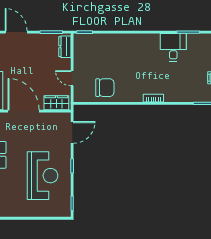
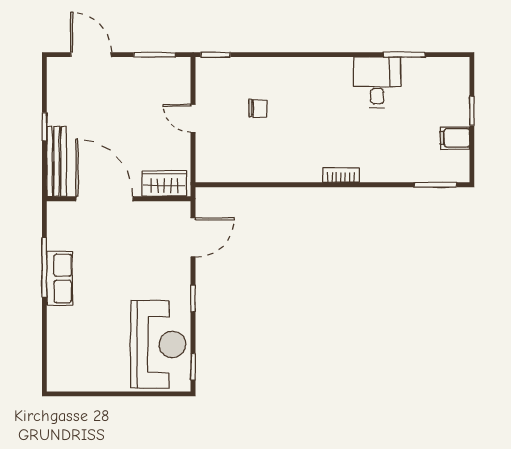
dresser: (65, 47) -> (180, 81), removed
door: (72, 78) -> (193, 118), moved
chair: (105, 88) -> (258, 108), moved, width x0.54, depth x0.54
reception desk: (43, 176) -> (158, 345), moved

